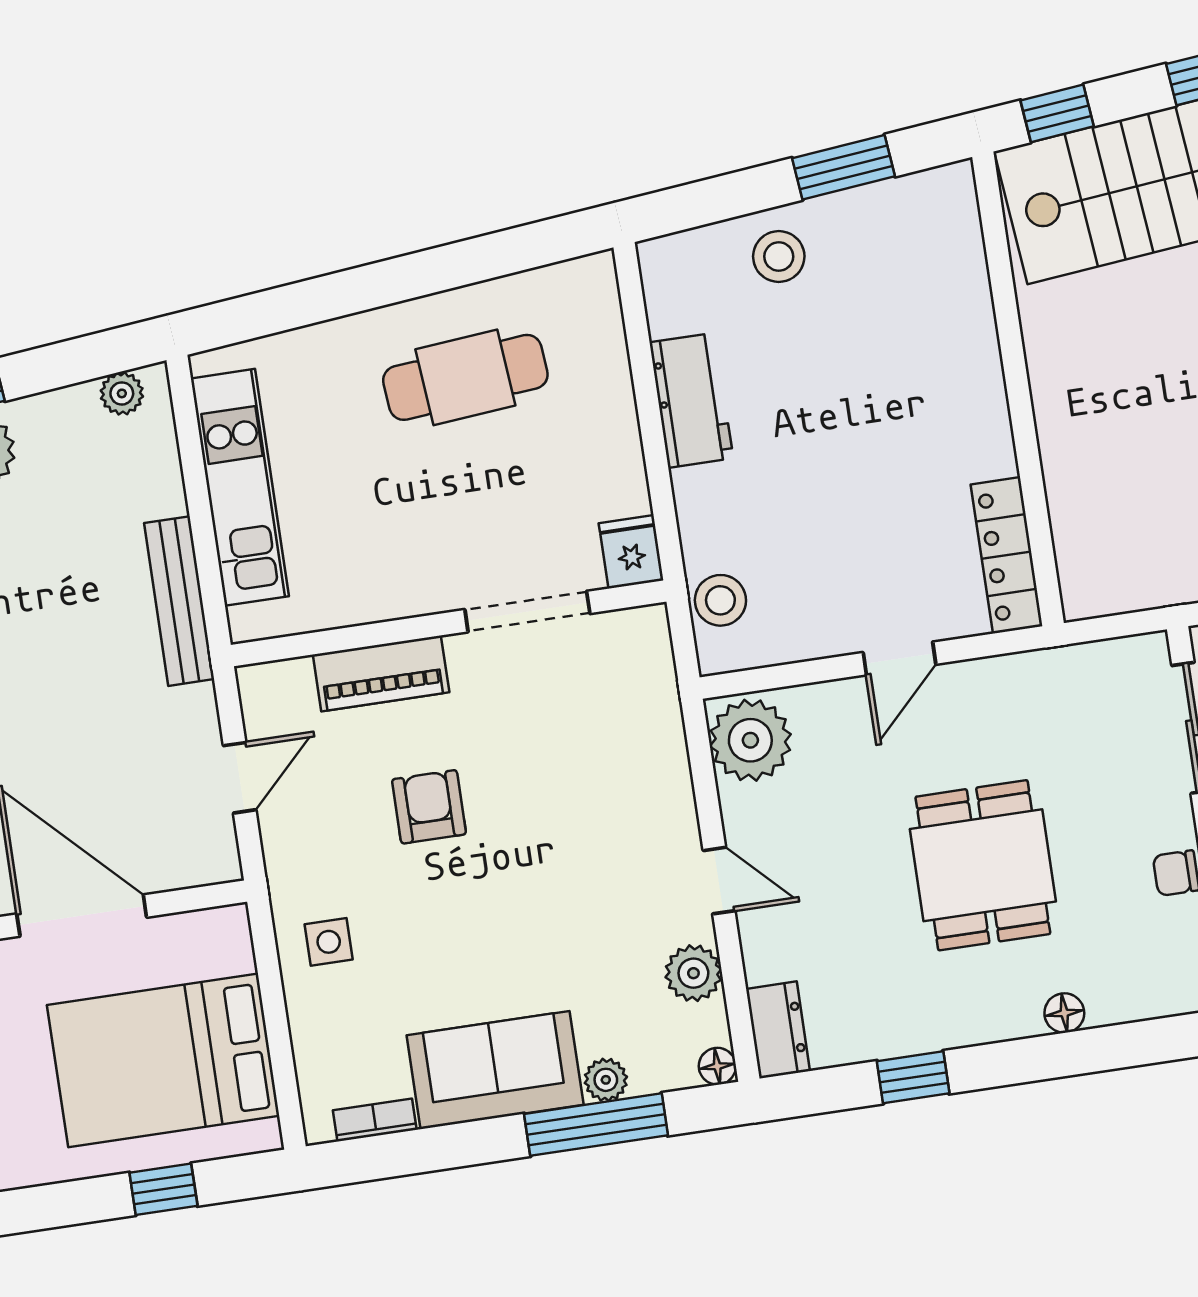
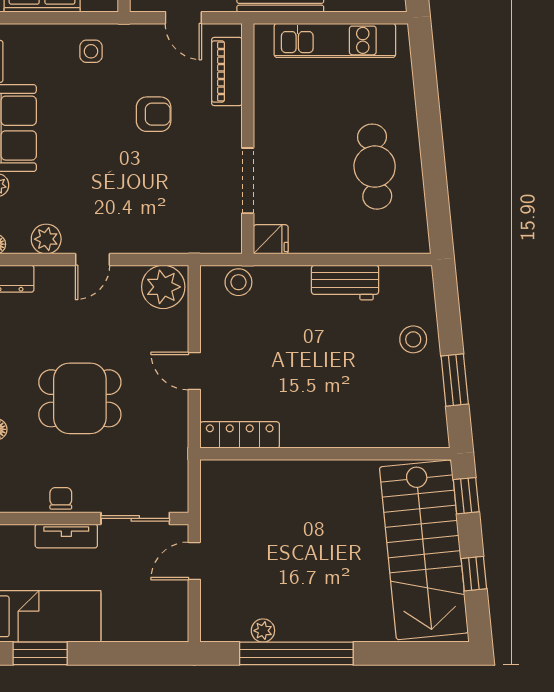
piano: (381, 673) -> (227, 72), moved

